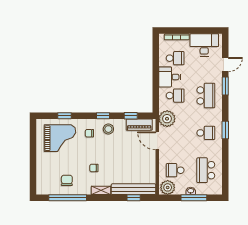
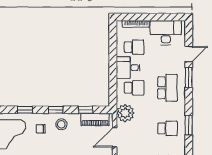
window: (65, 116) -> (25, 110), moved
door: (157, 141) -> (115, 137), hinge flipped

